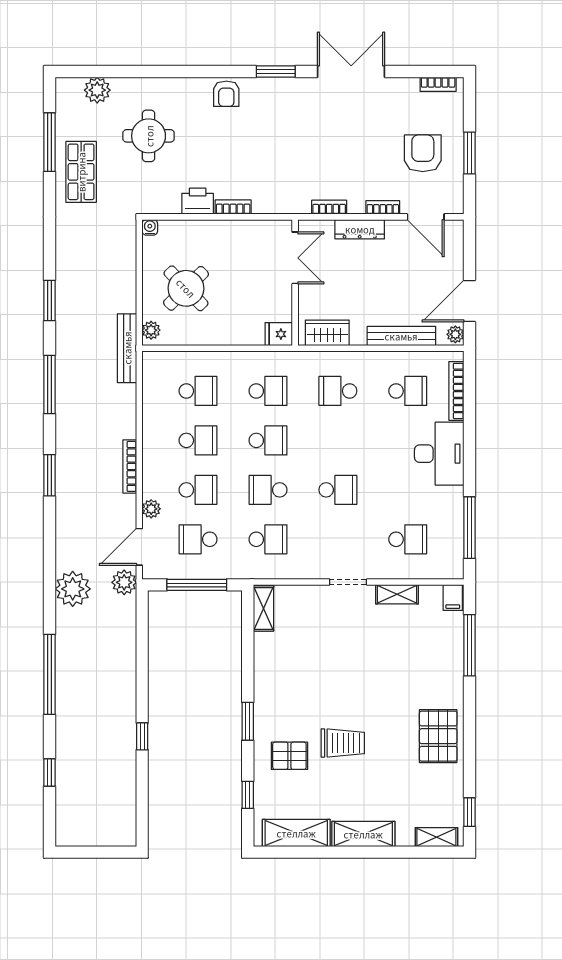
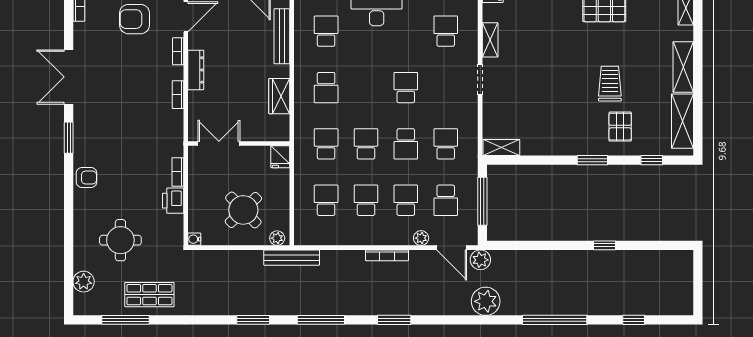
double door: (295, 258) -> (219, 144), moved
wall: (295, 283) -> (239, 144), moved
fridge: (279, 334) -> (280, 157), moved

